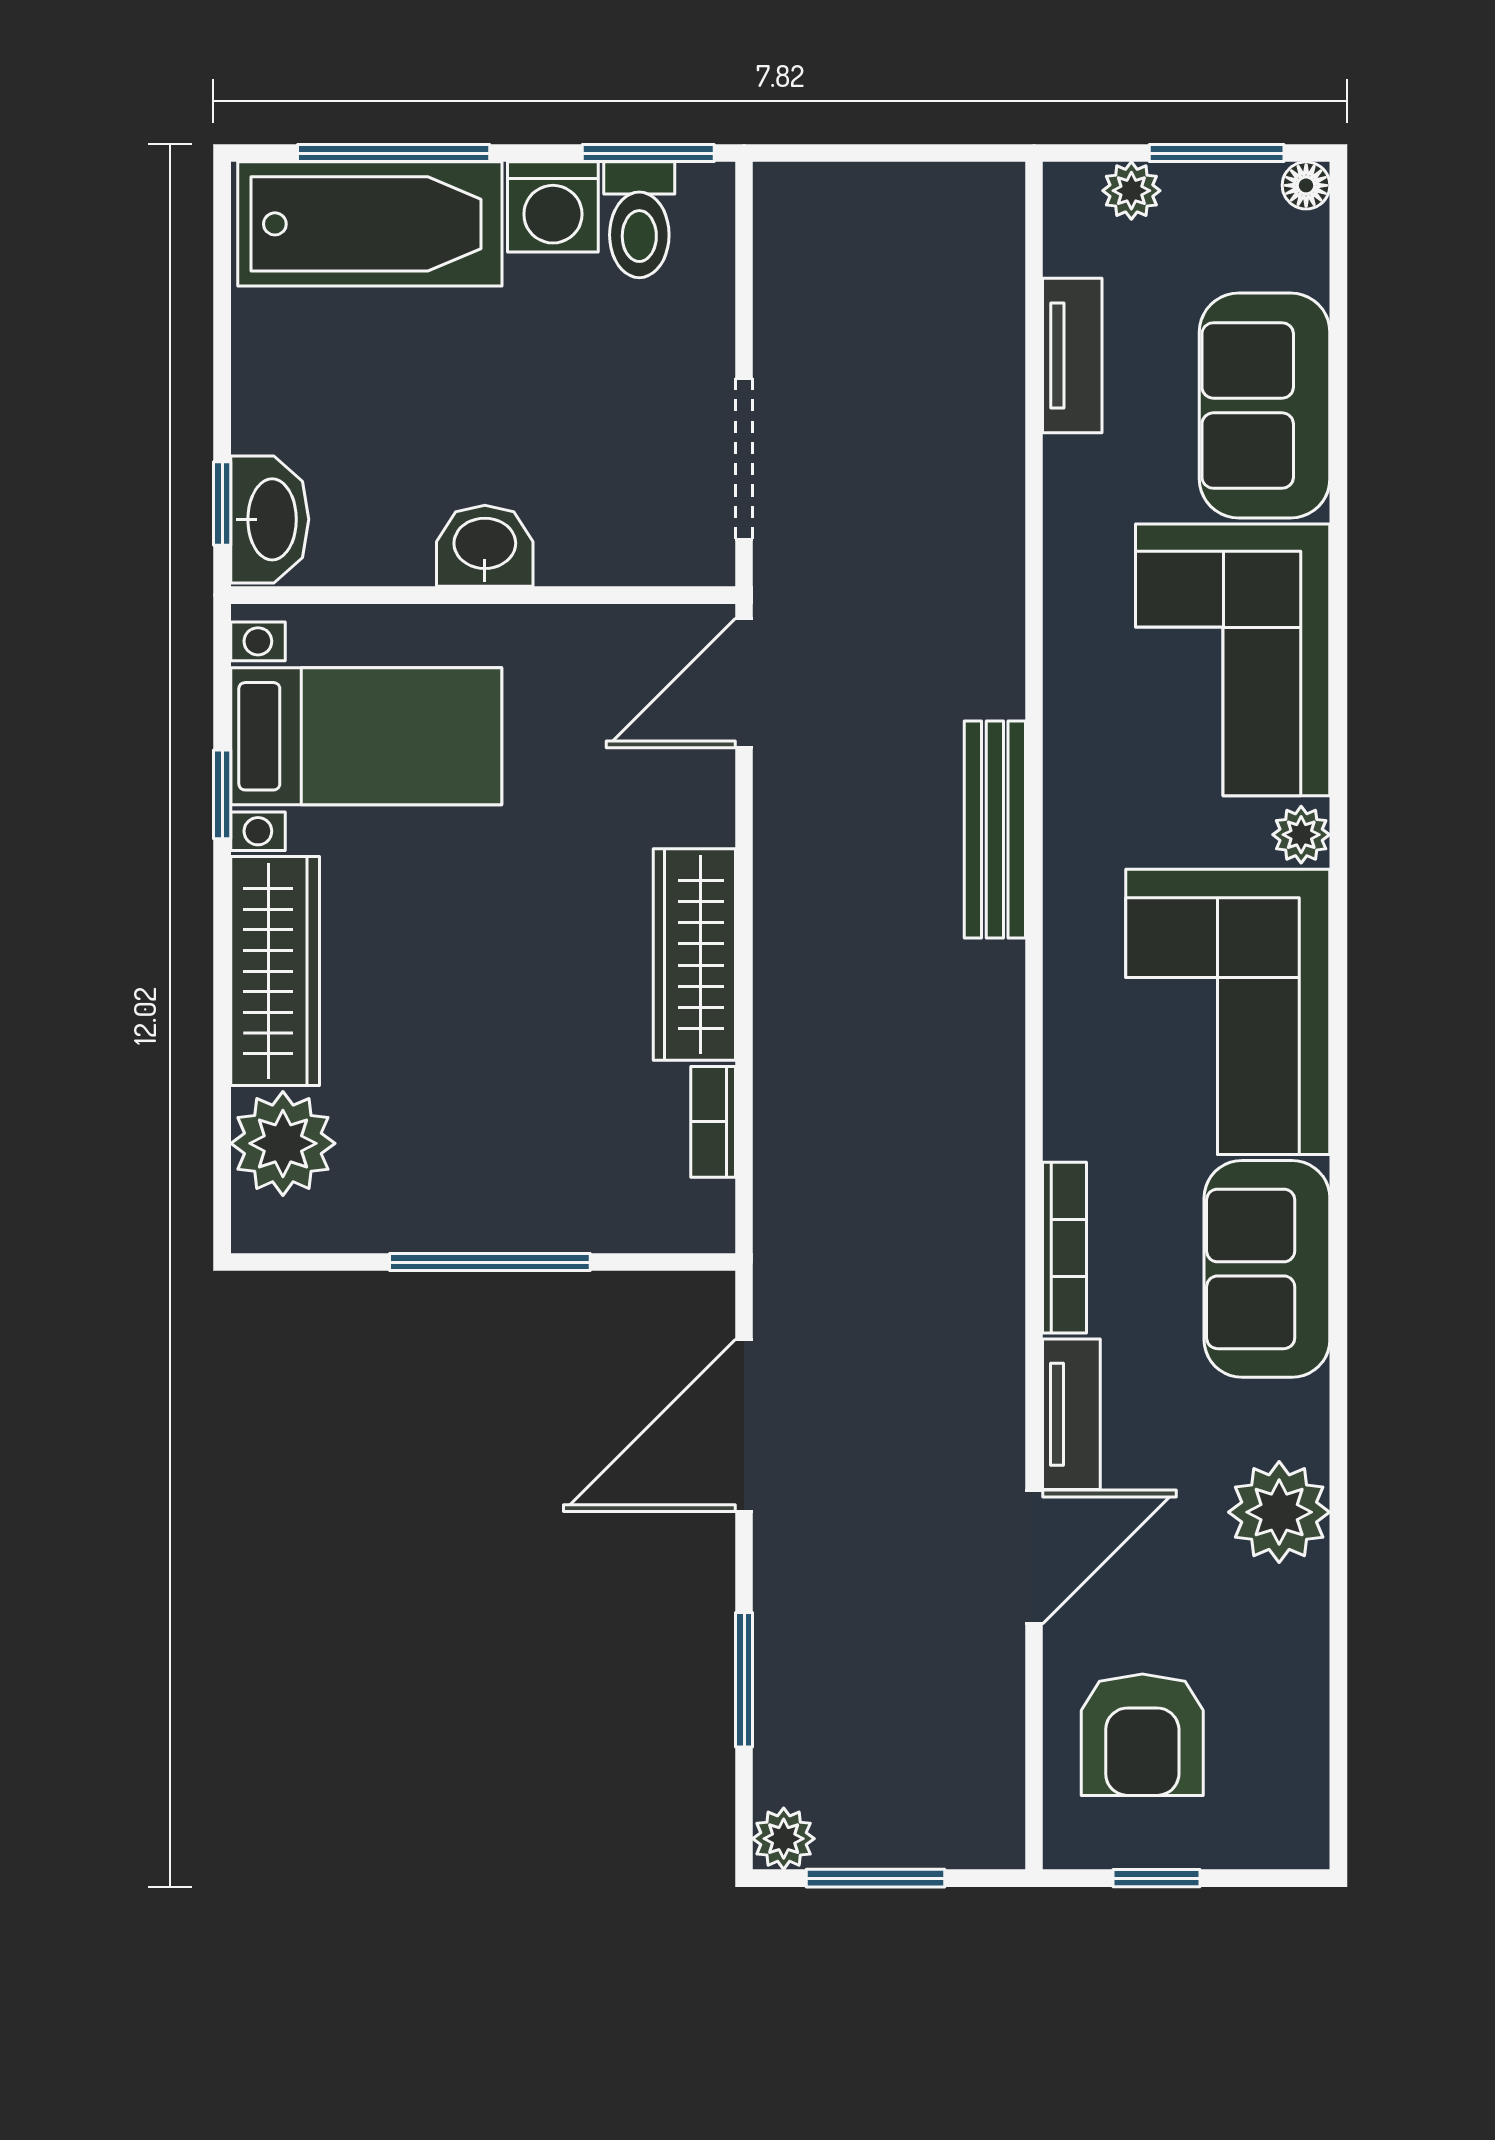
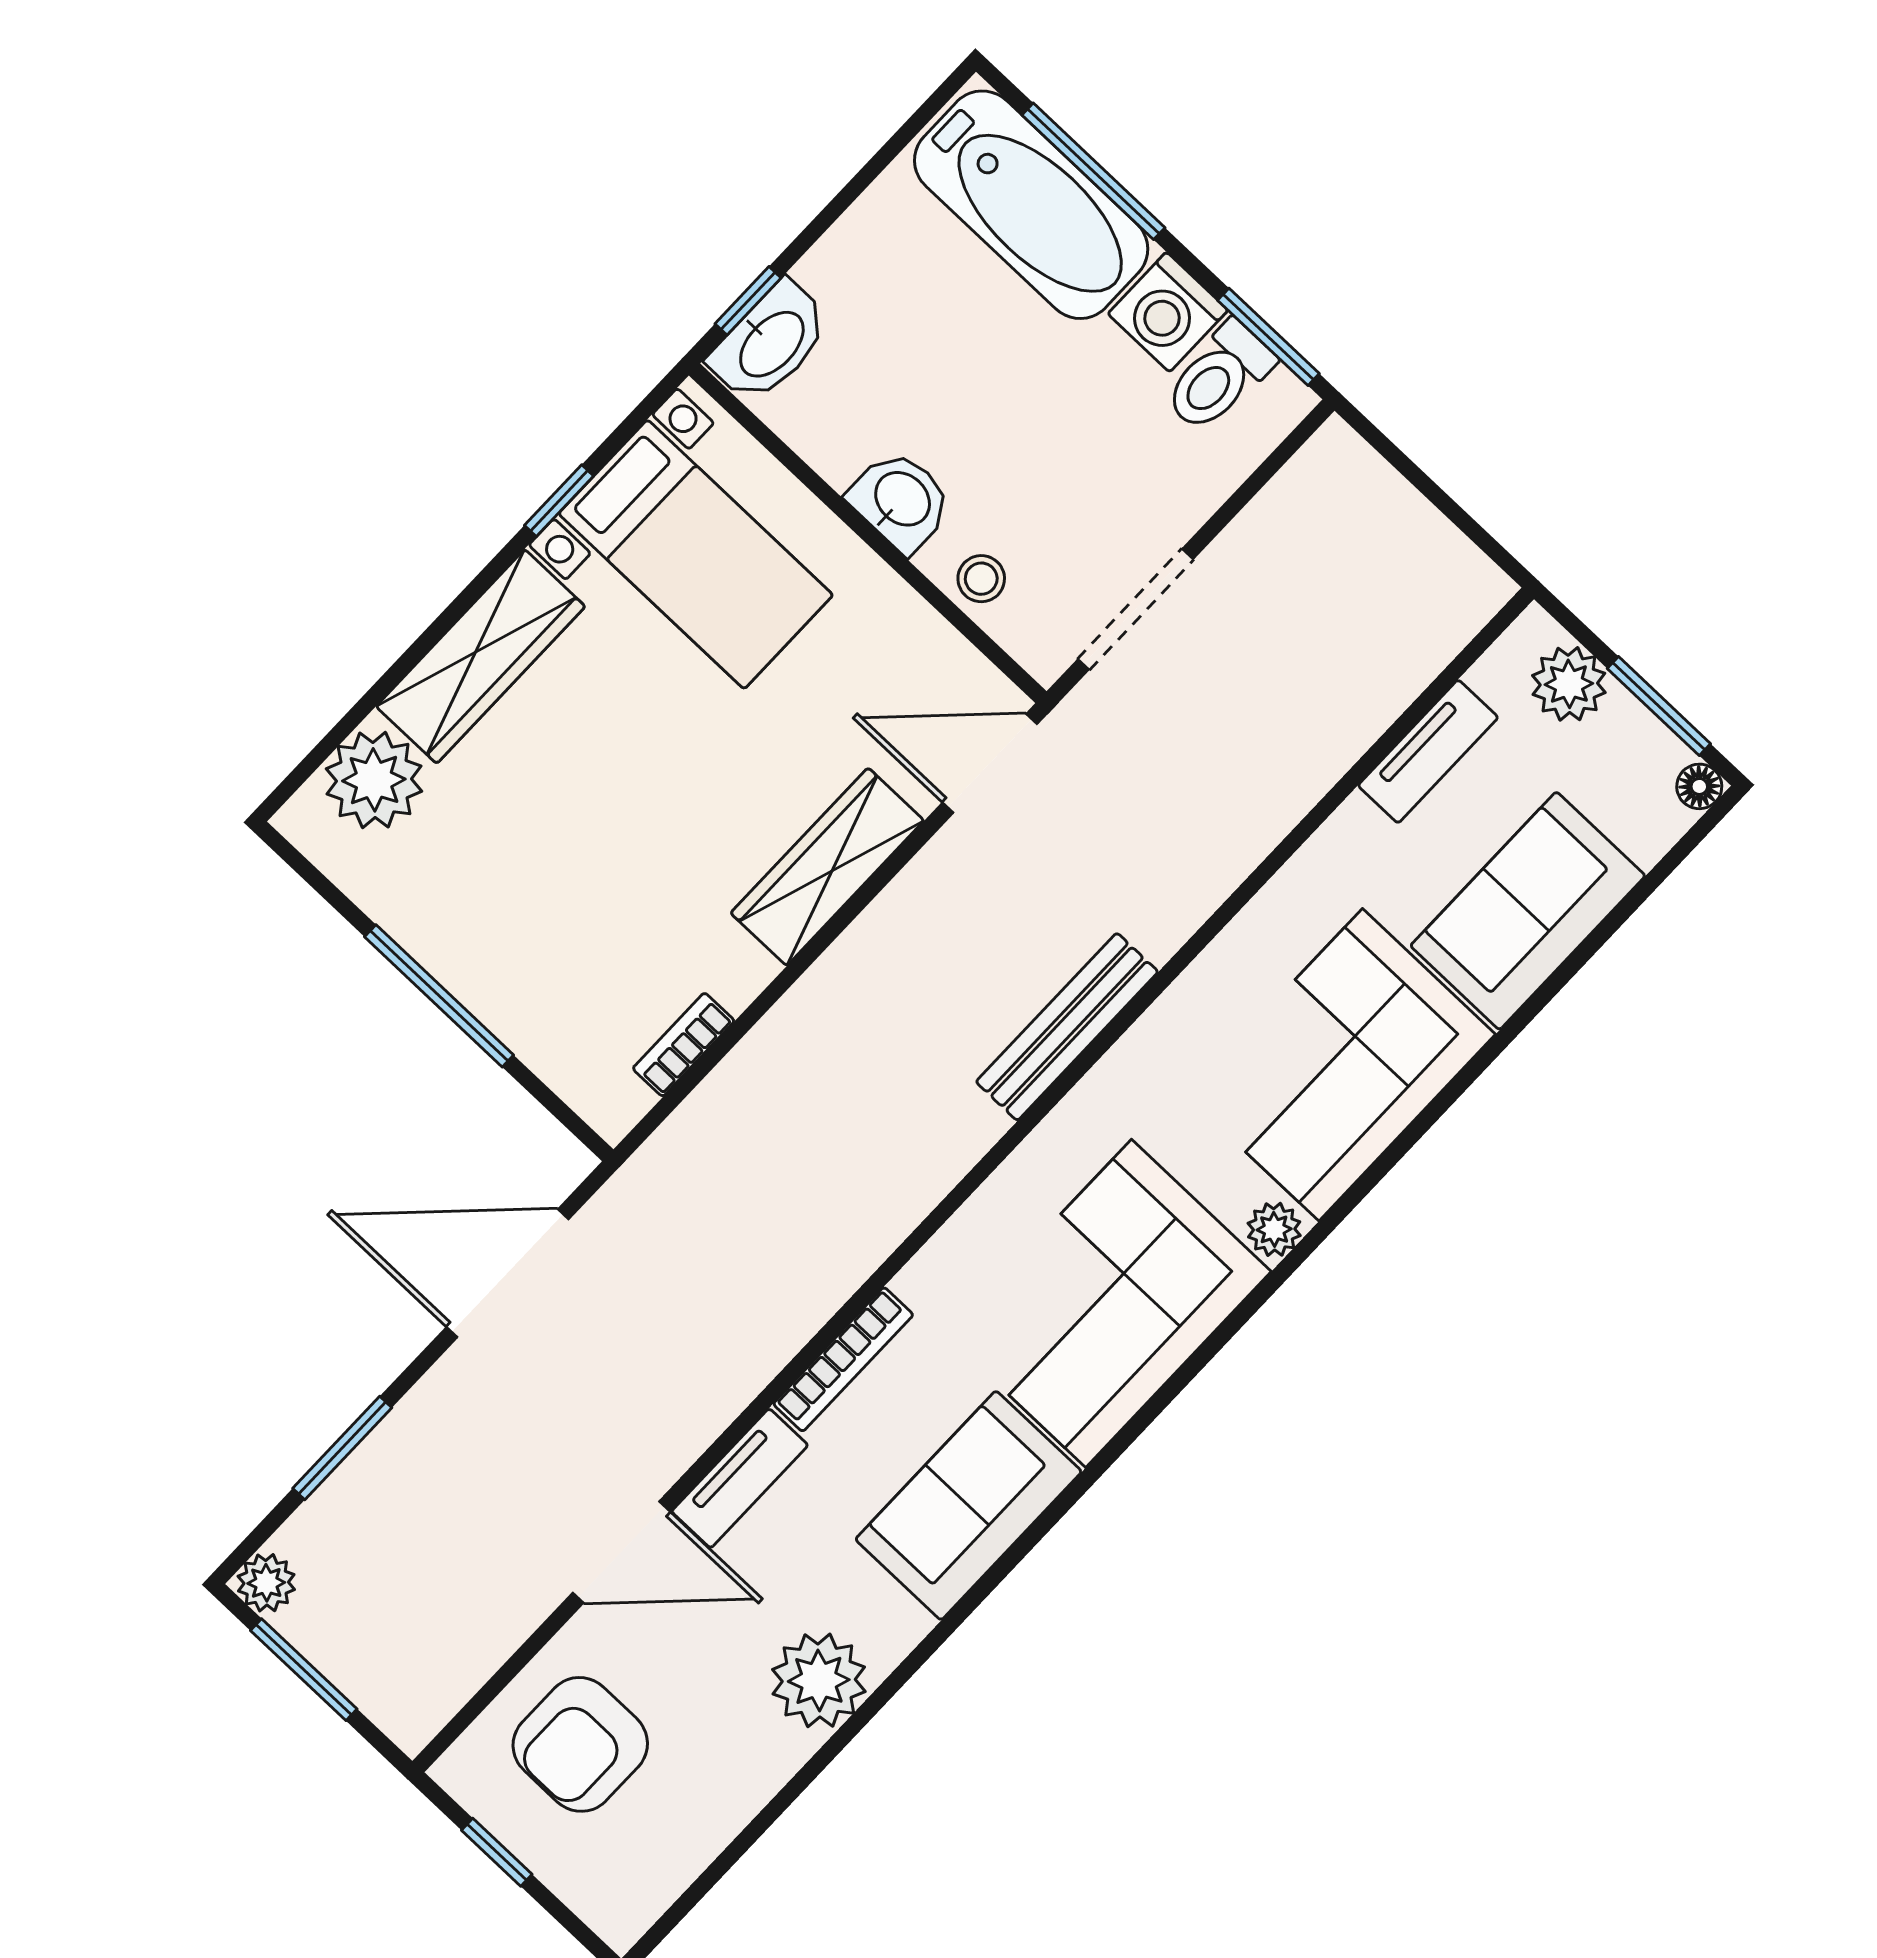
plant: (1131, 191) -> (1569, 684), width x1.38, depth x1.38
stool: (603, 547) -> (981, 579), added
wardrobe: (694, 955) -> (827, 867), moved

